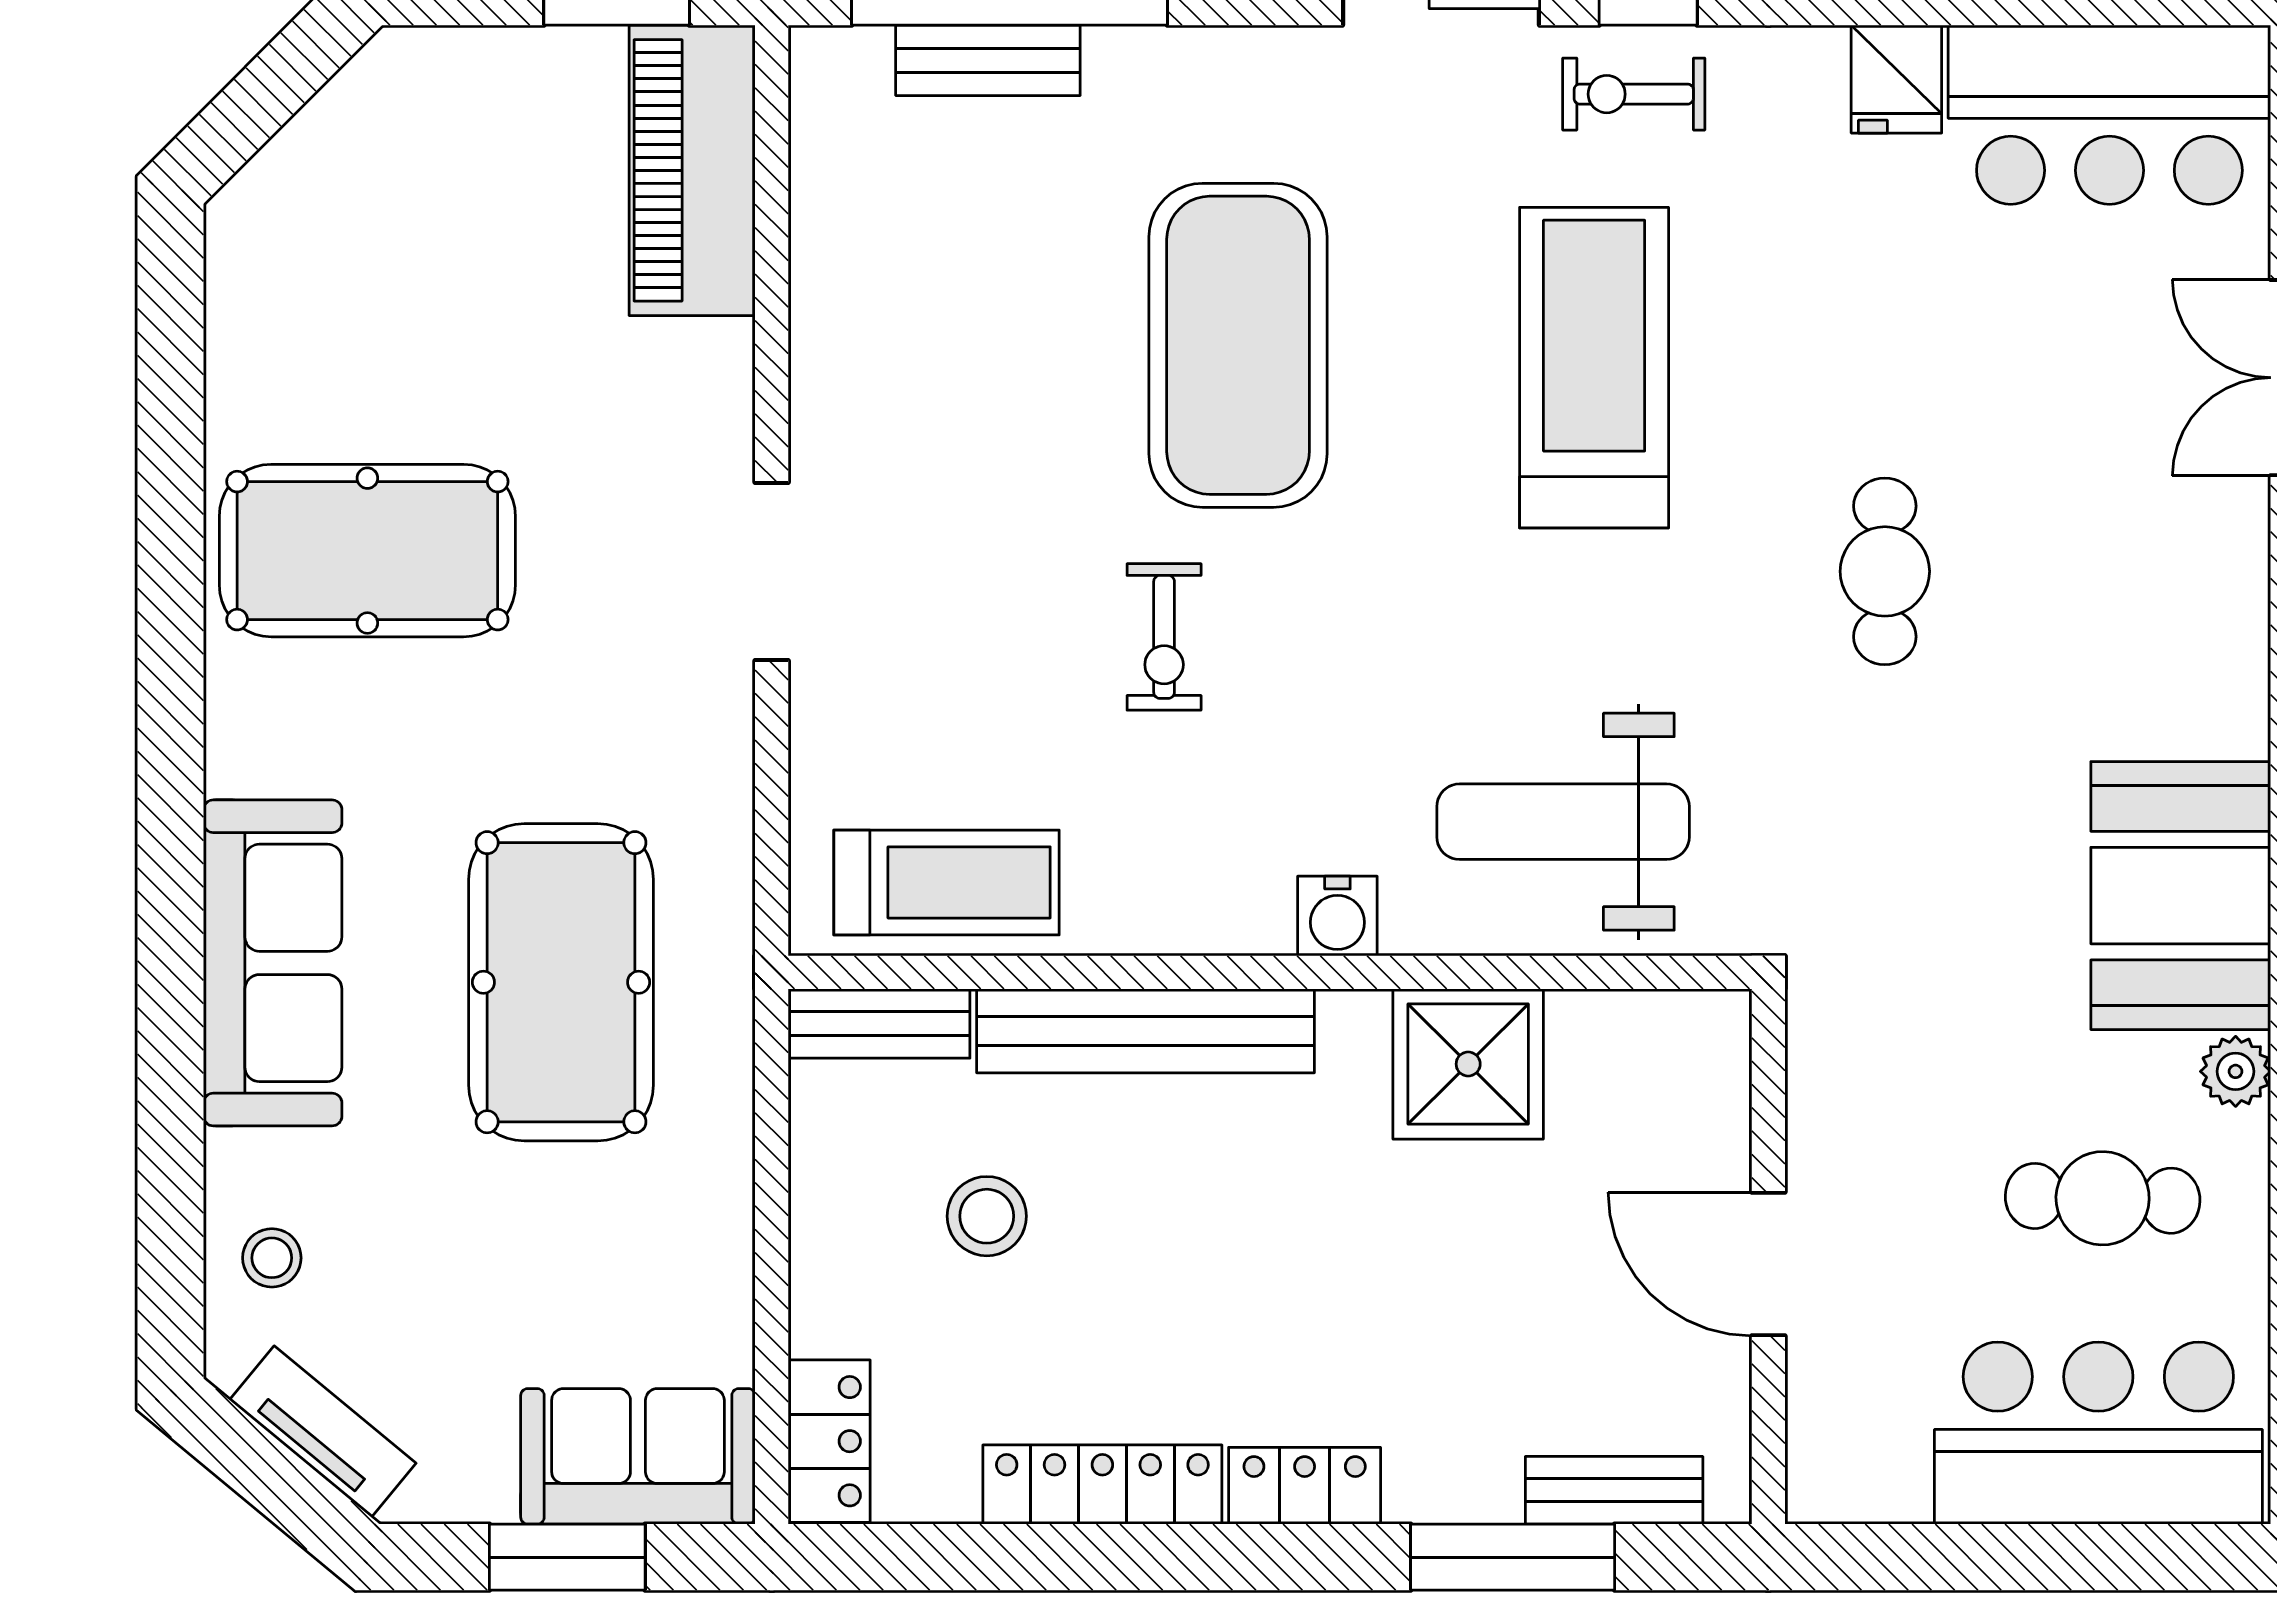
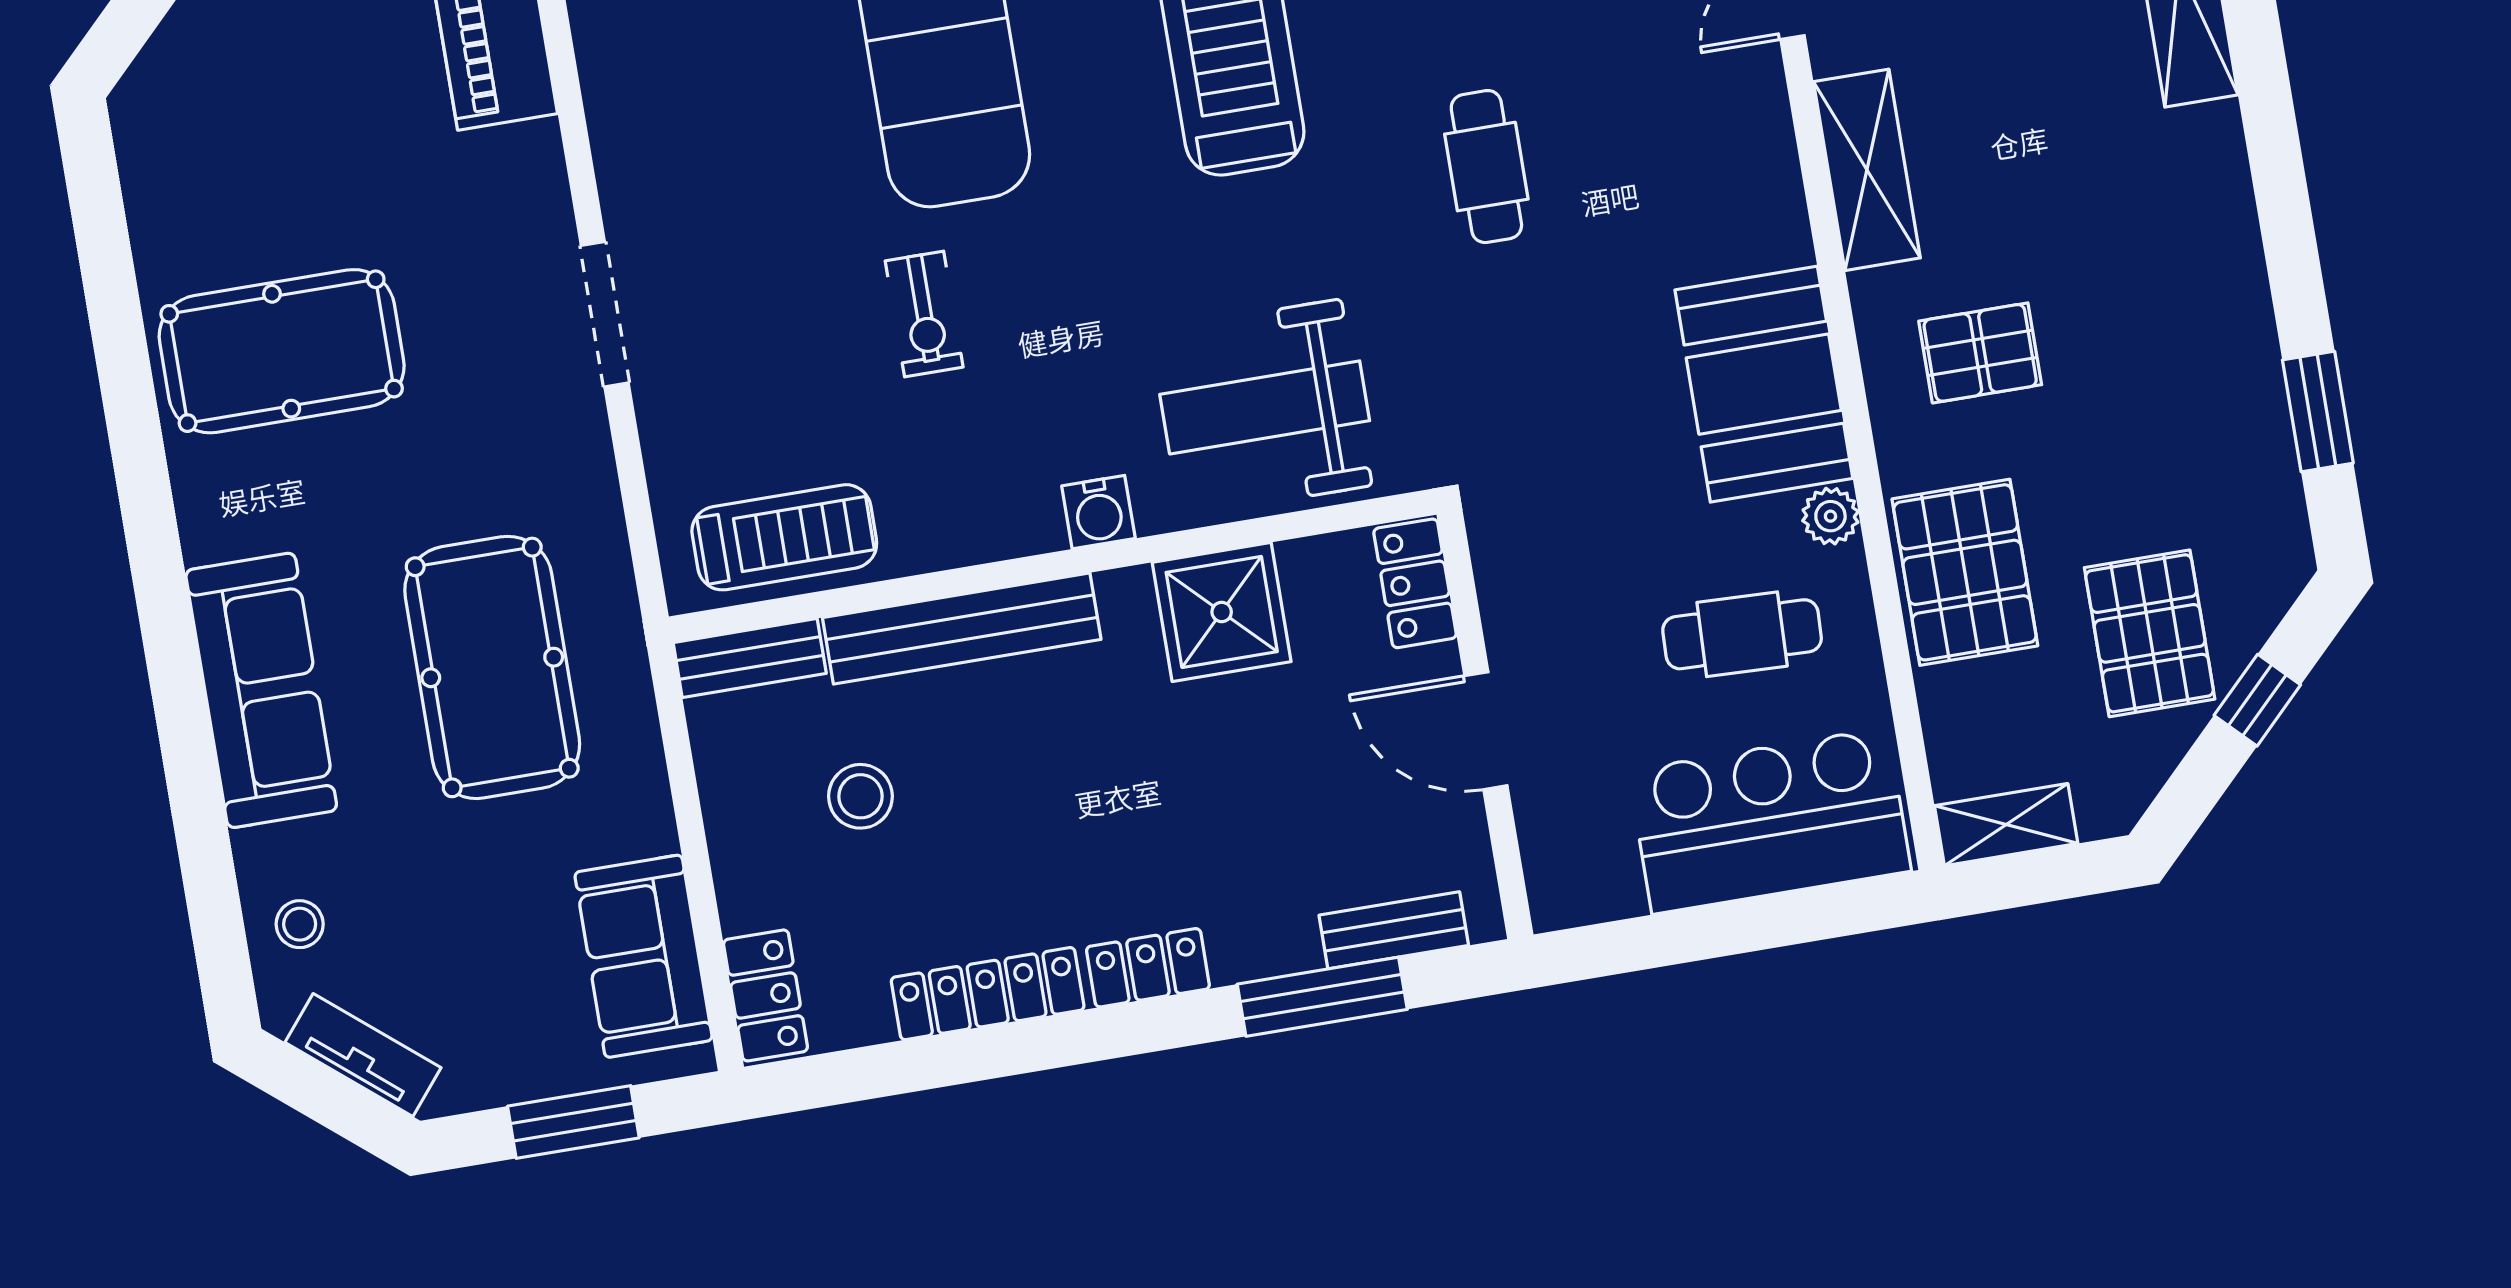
locker: (1712, 1069) -> (1415, 583), added
sofa: (638, 1456) -> (643, 956), moved, turned -90

